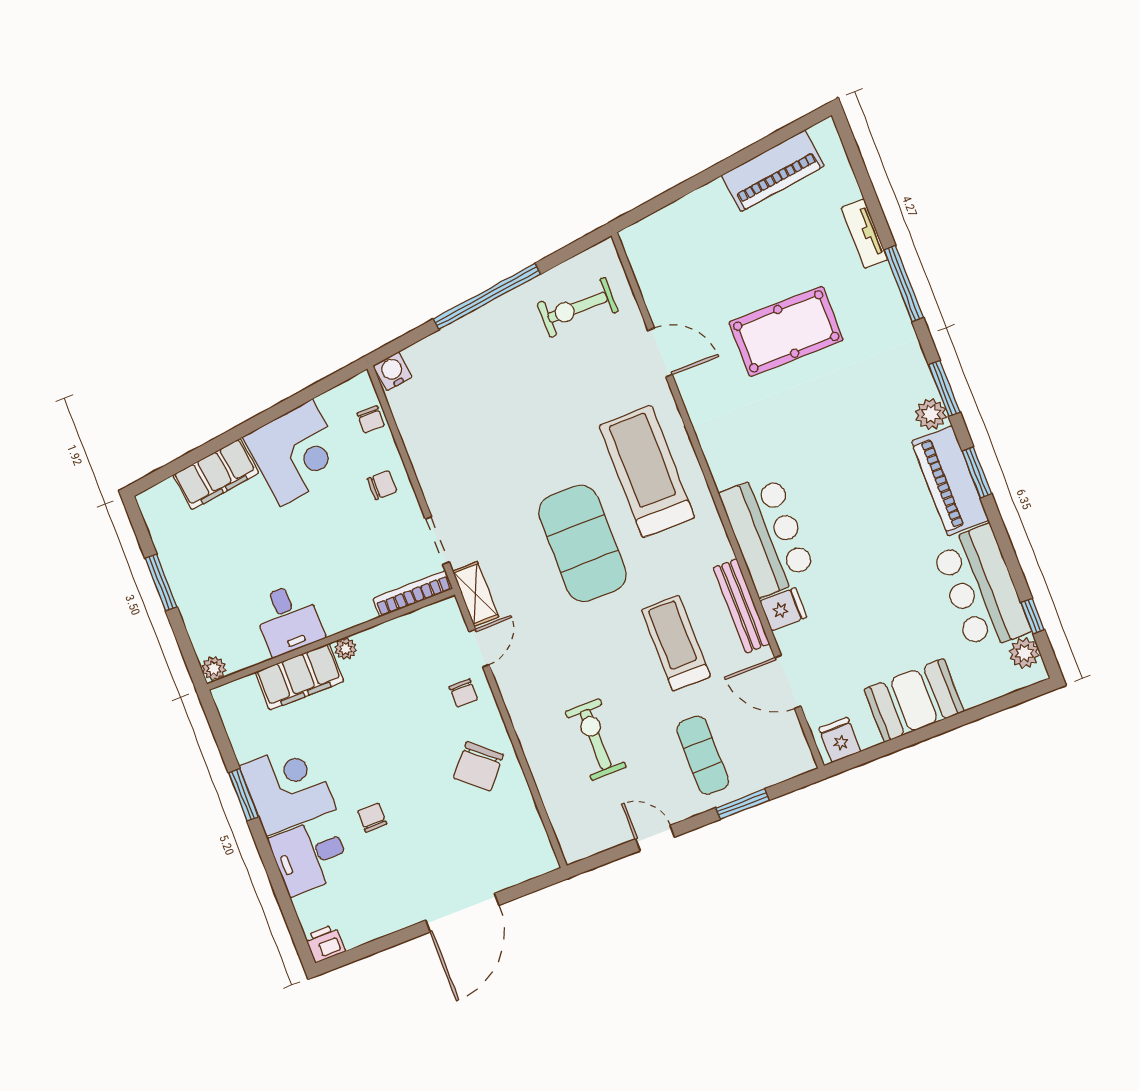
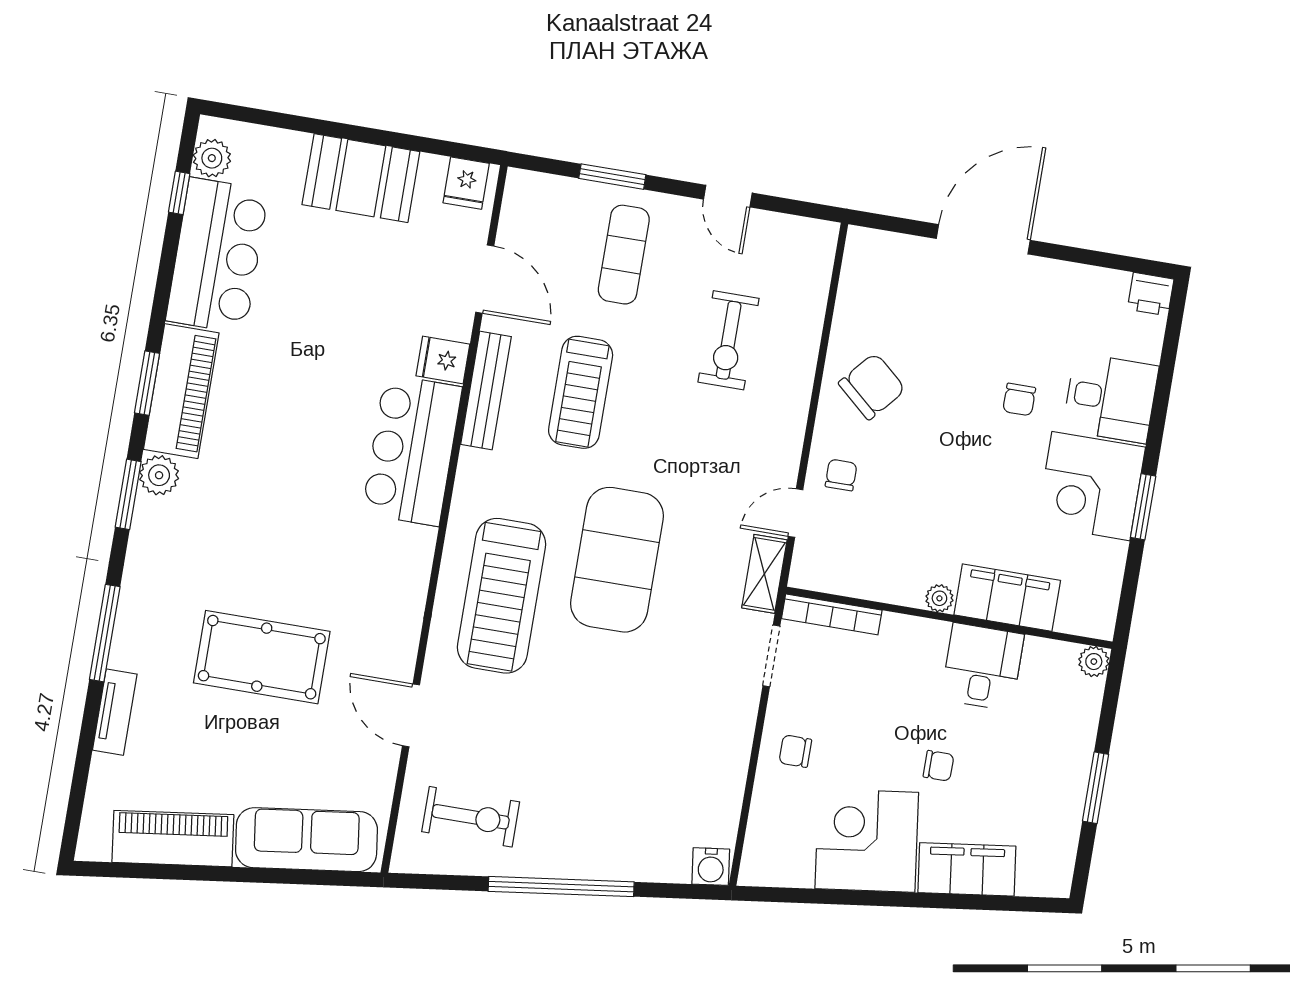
sofa: (681, 225) -> (306, 840), added
chair: (371, 419) -> (938, 766), moved, turned 90

